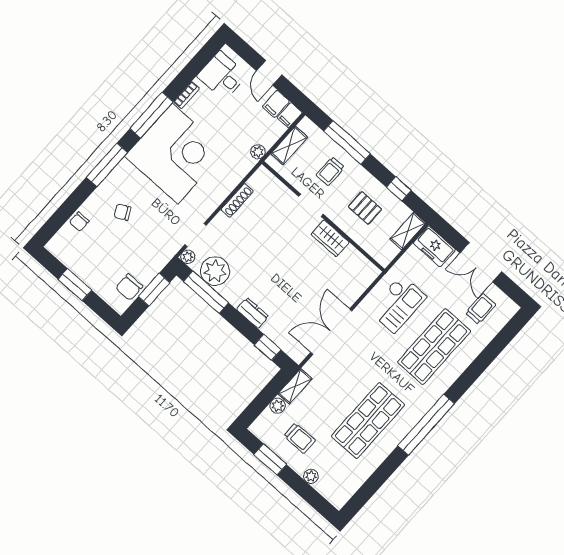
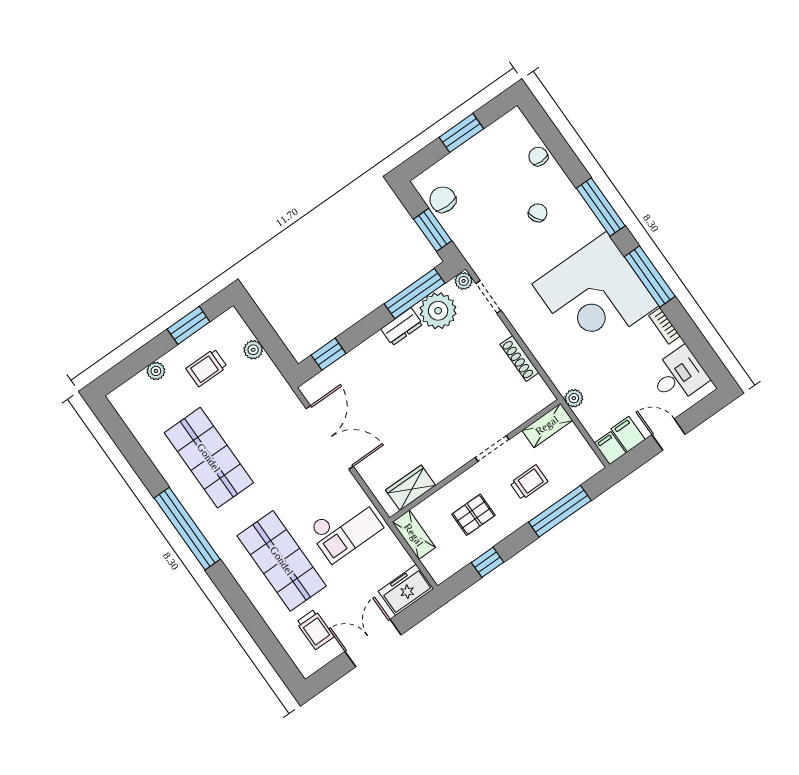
shelving: (289, 145) -> (547, 425), moved, turned 90
trolley: (330, 171) -> (529, 482), turned 90
shelving: (408, 231) -> (414, 535), moved
wardrobe: (330, 238) -> (411, 488), moved
checkout: (398, 304) -> (345, 528), turned -90
dresser: (253, 313) -> (402, 327), moved
shelving: (295, 386) -> (272, 377), removed

